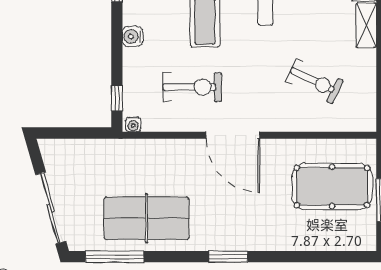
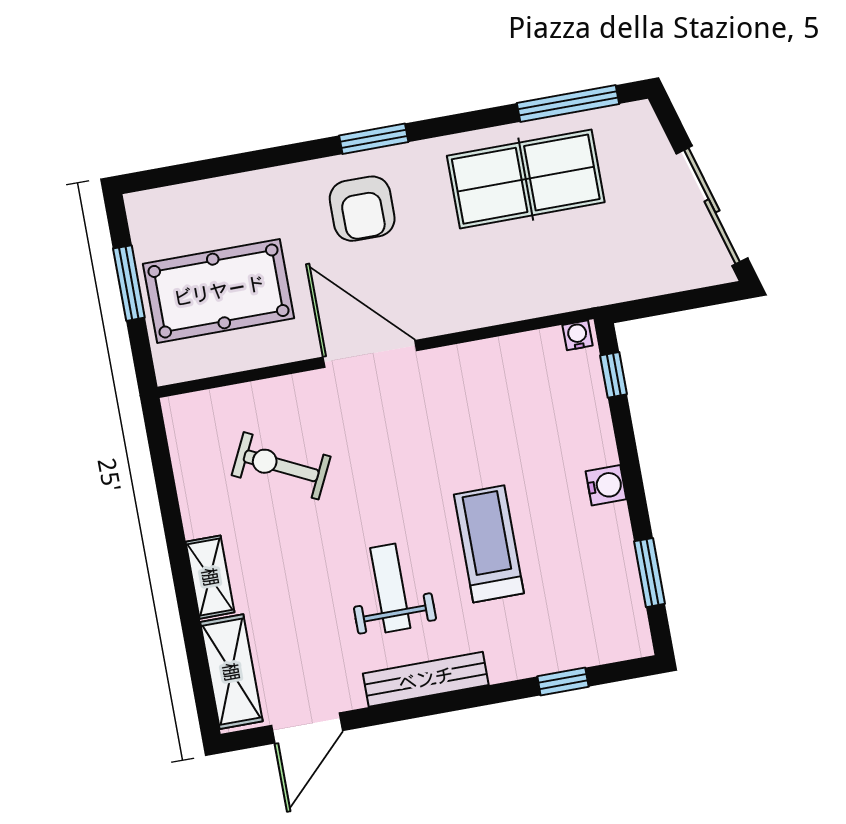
exercise bike: (192, 87) -> (488, 417), removed
door: (233, 135) -> (370, 354), moved
sliding door: (51, 208) -> (712, 206), moved
armchair: (242, 218) -> (362, 209), added

